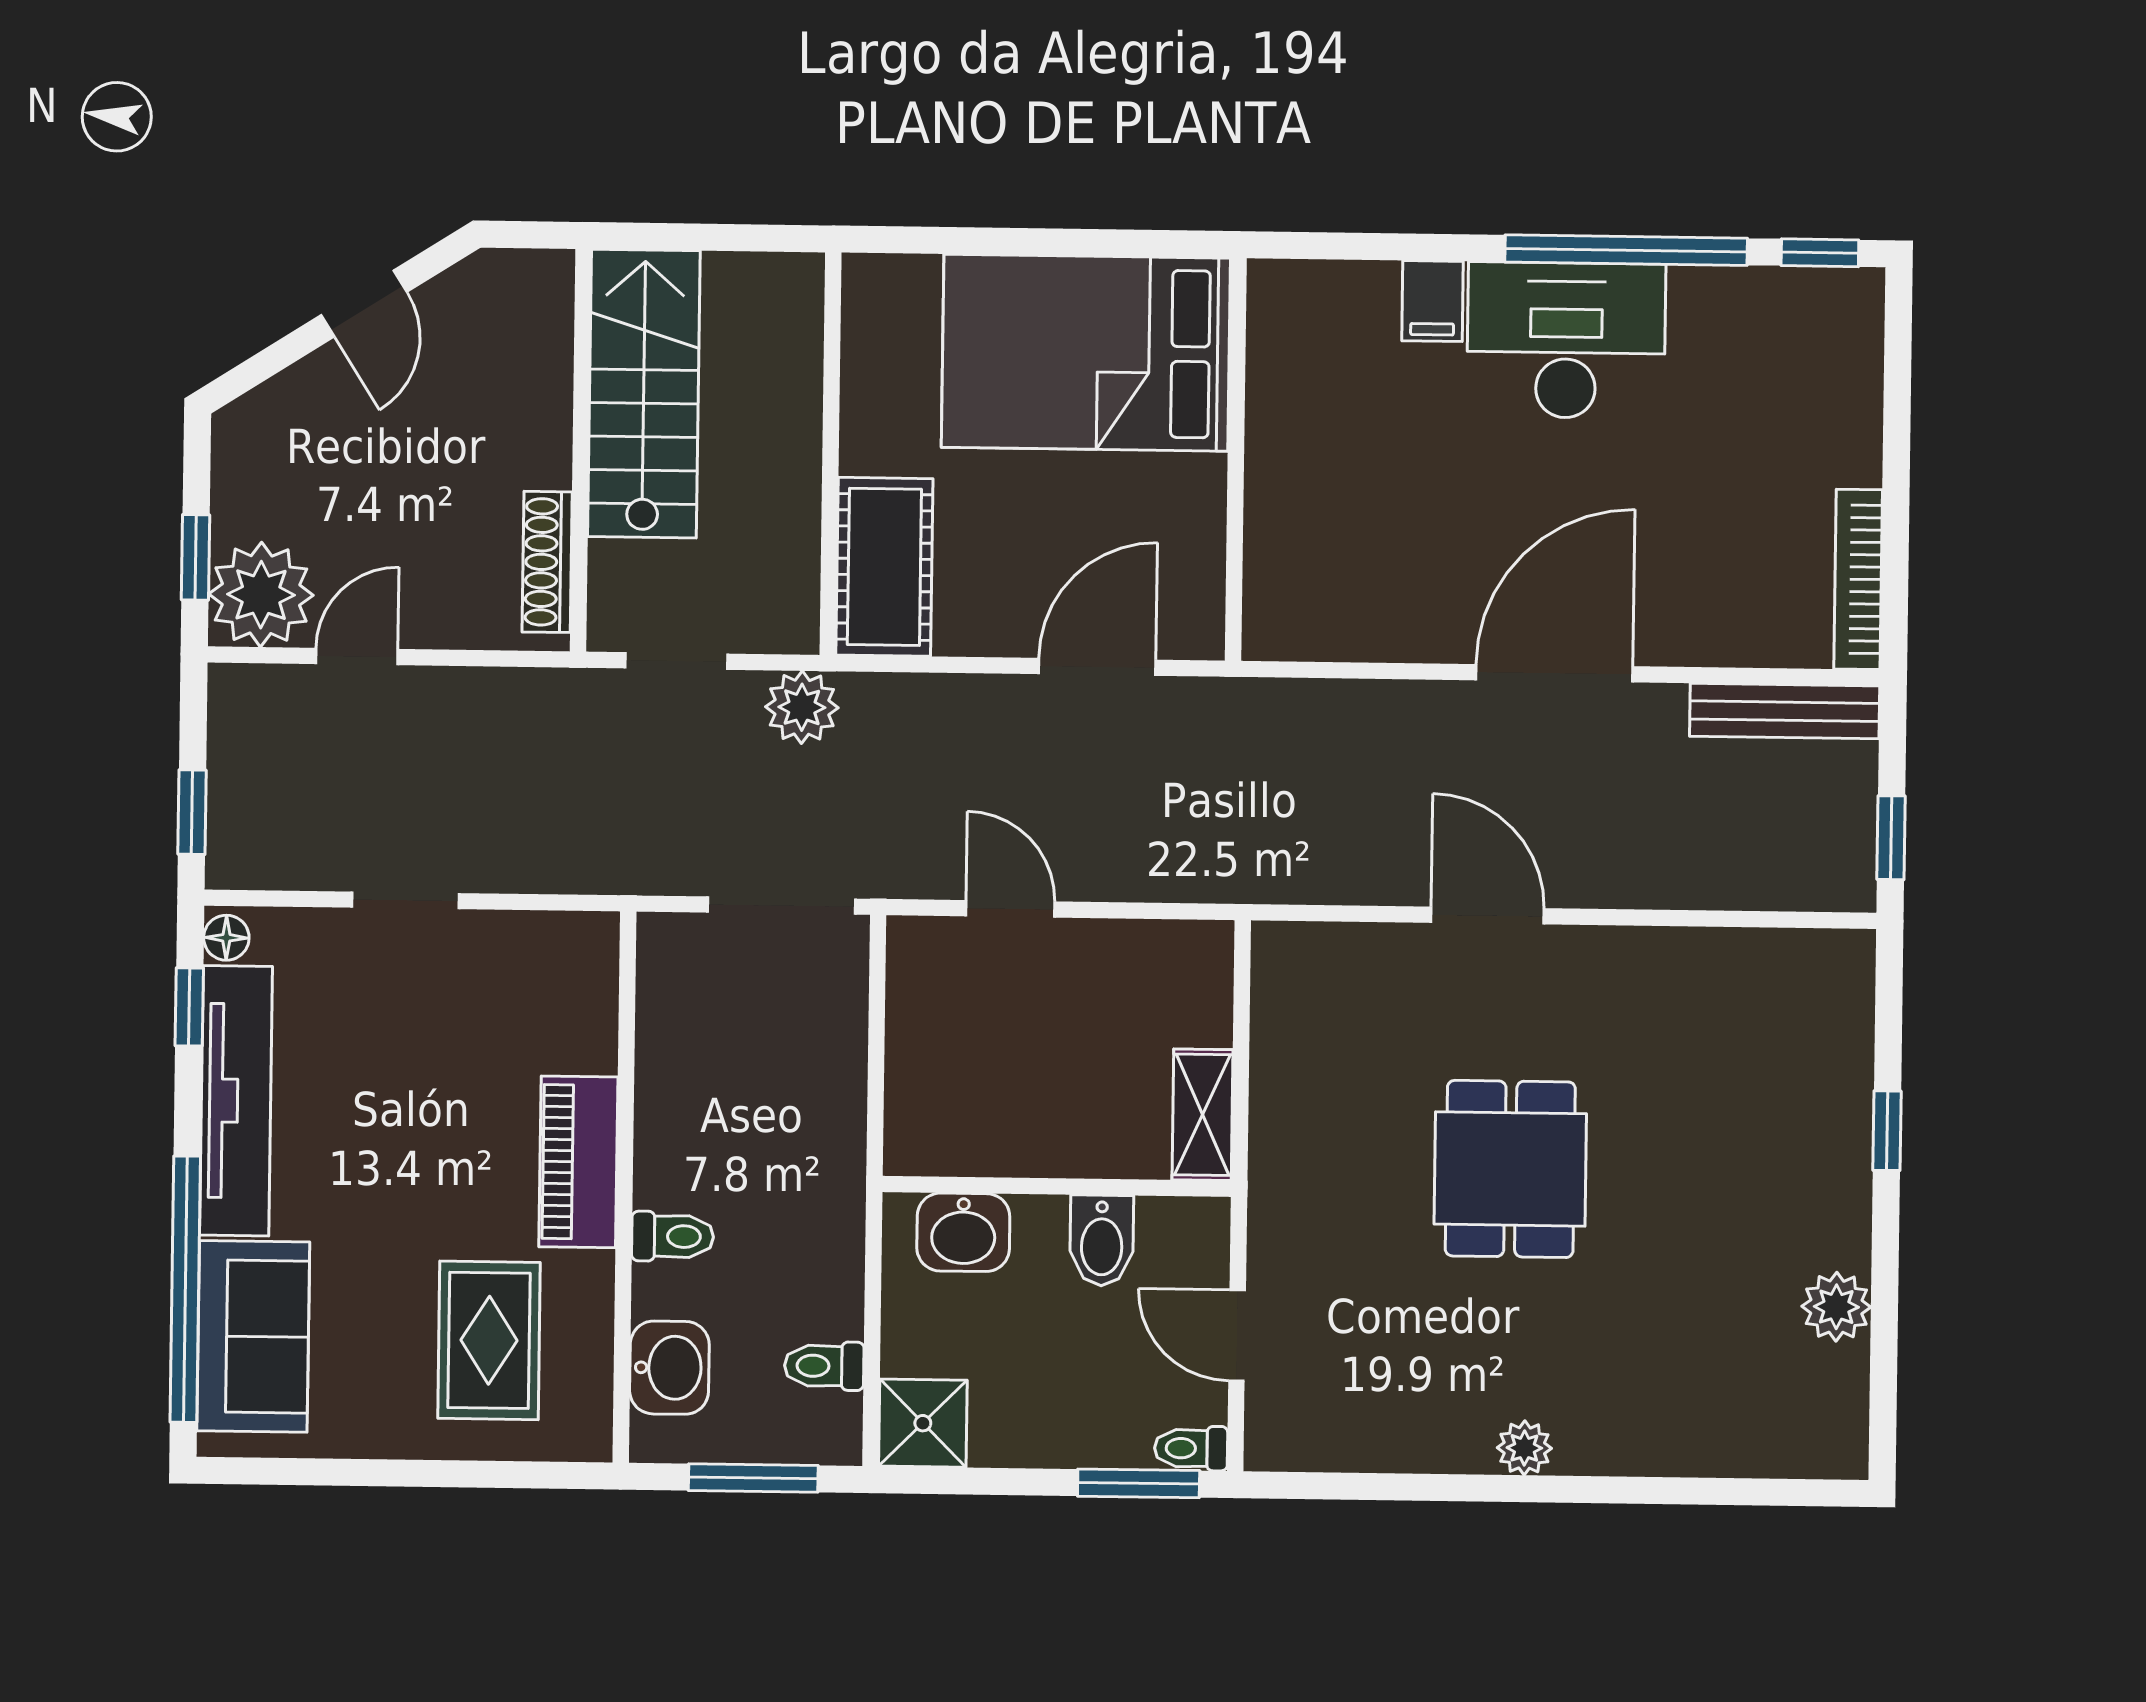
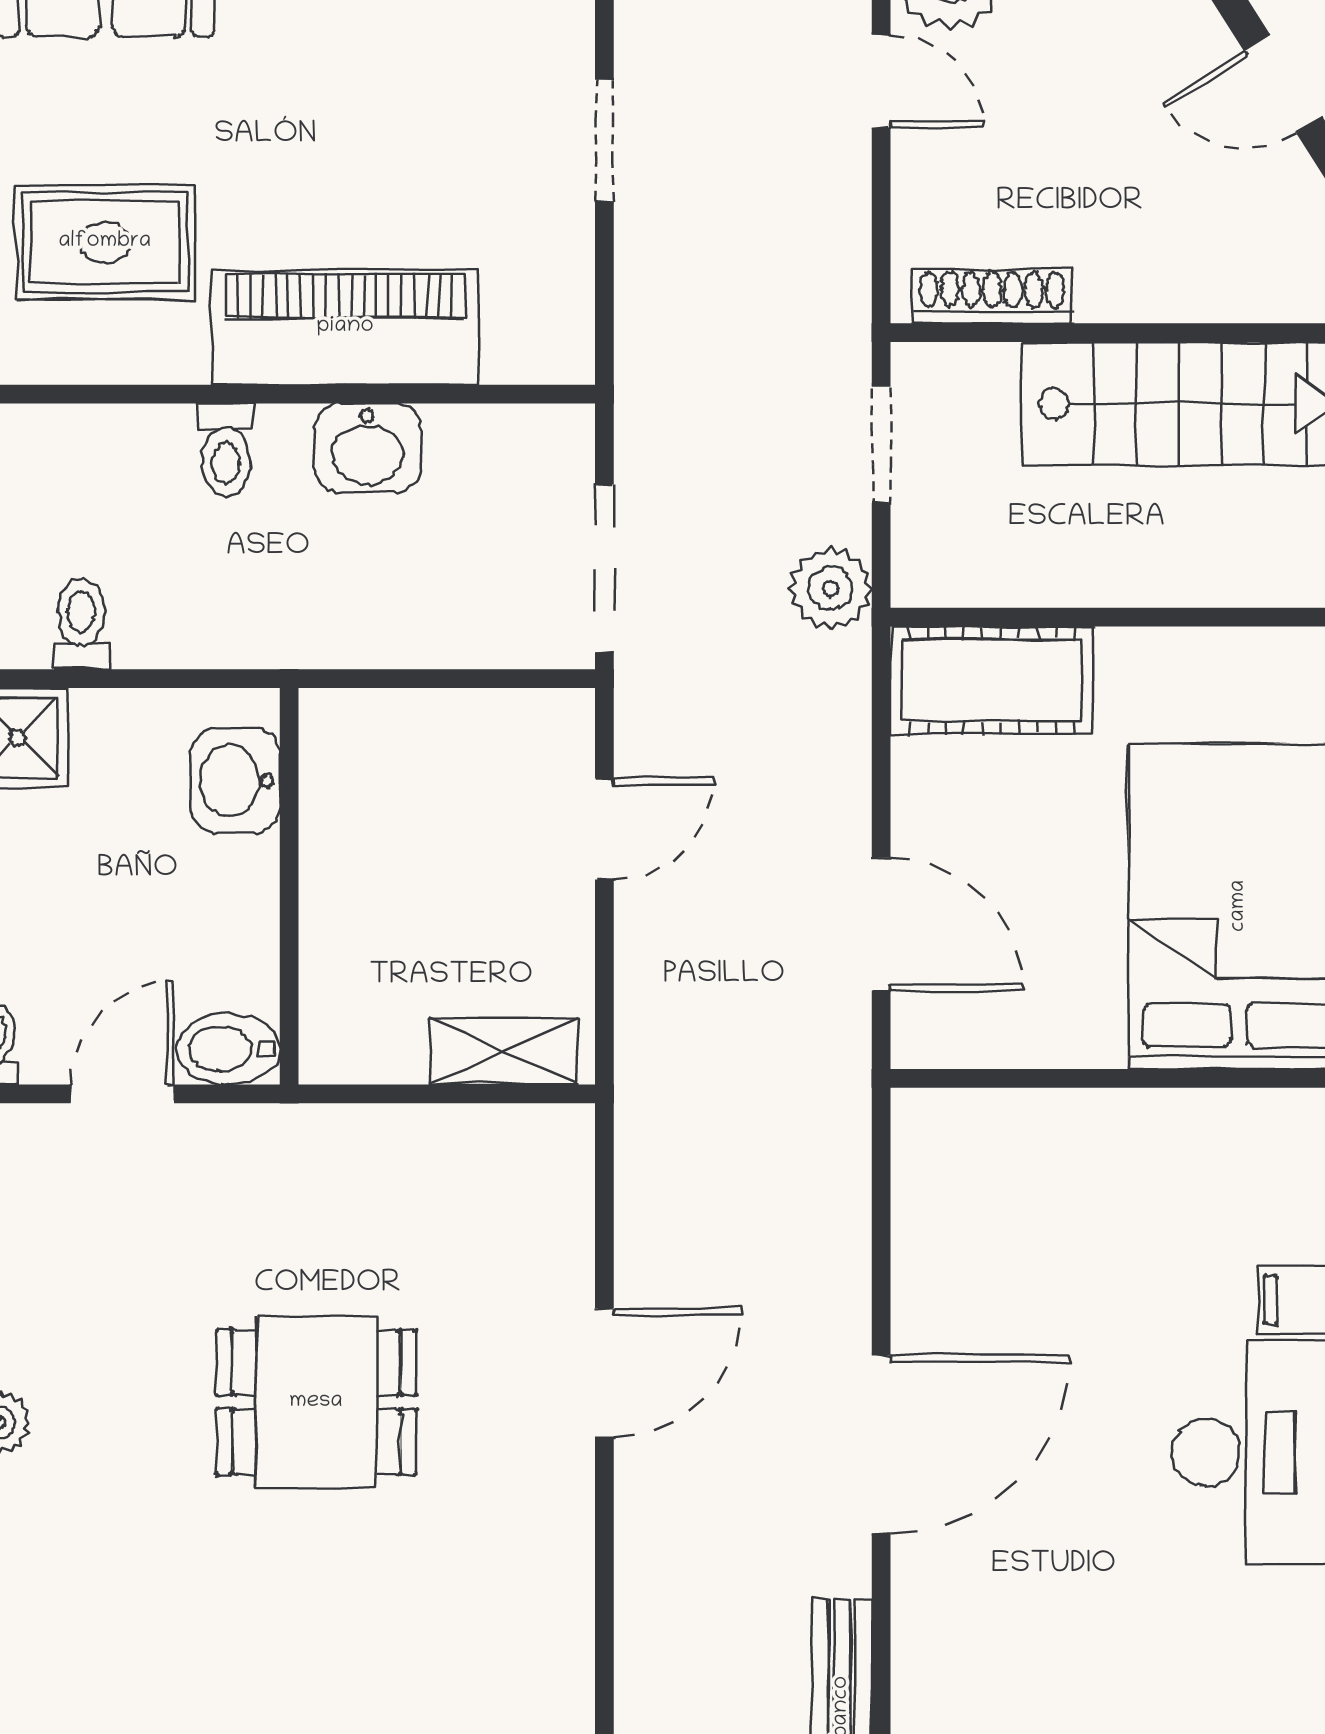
door: (1554, 673) -> (881, 1444), hinge flipped
shelving: (1203, 1115) -> (504, 1051), moved
piano: (578, 1162) -> (345, 327), width x1.37, depth x1.33
bidet: (1102, 1240) -> (228, 1049), moved
washbasin: (669, 1368) -> (367, 448), moved

